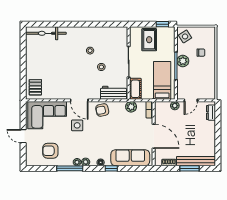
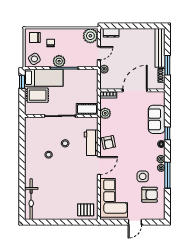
chair: (206, 37) -> (35, 37), added
bed: (162, 80) -> (44, 78), moved, turned 180
plant: (208, 92) -> (90, 36), added
workbench: (113, 93) -> (91, 143), moved
door: (191, 100) -> (99, 53), hinge flipped
side table: (77, 125) -> (143, 176), moved
armchair: (50, 151) -> (150, 195), turned -90
sofa: (130, 158) -> (157, 119), width x0.73
window: (190, 168) -> (167, 65), moved

